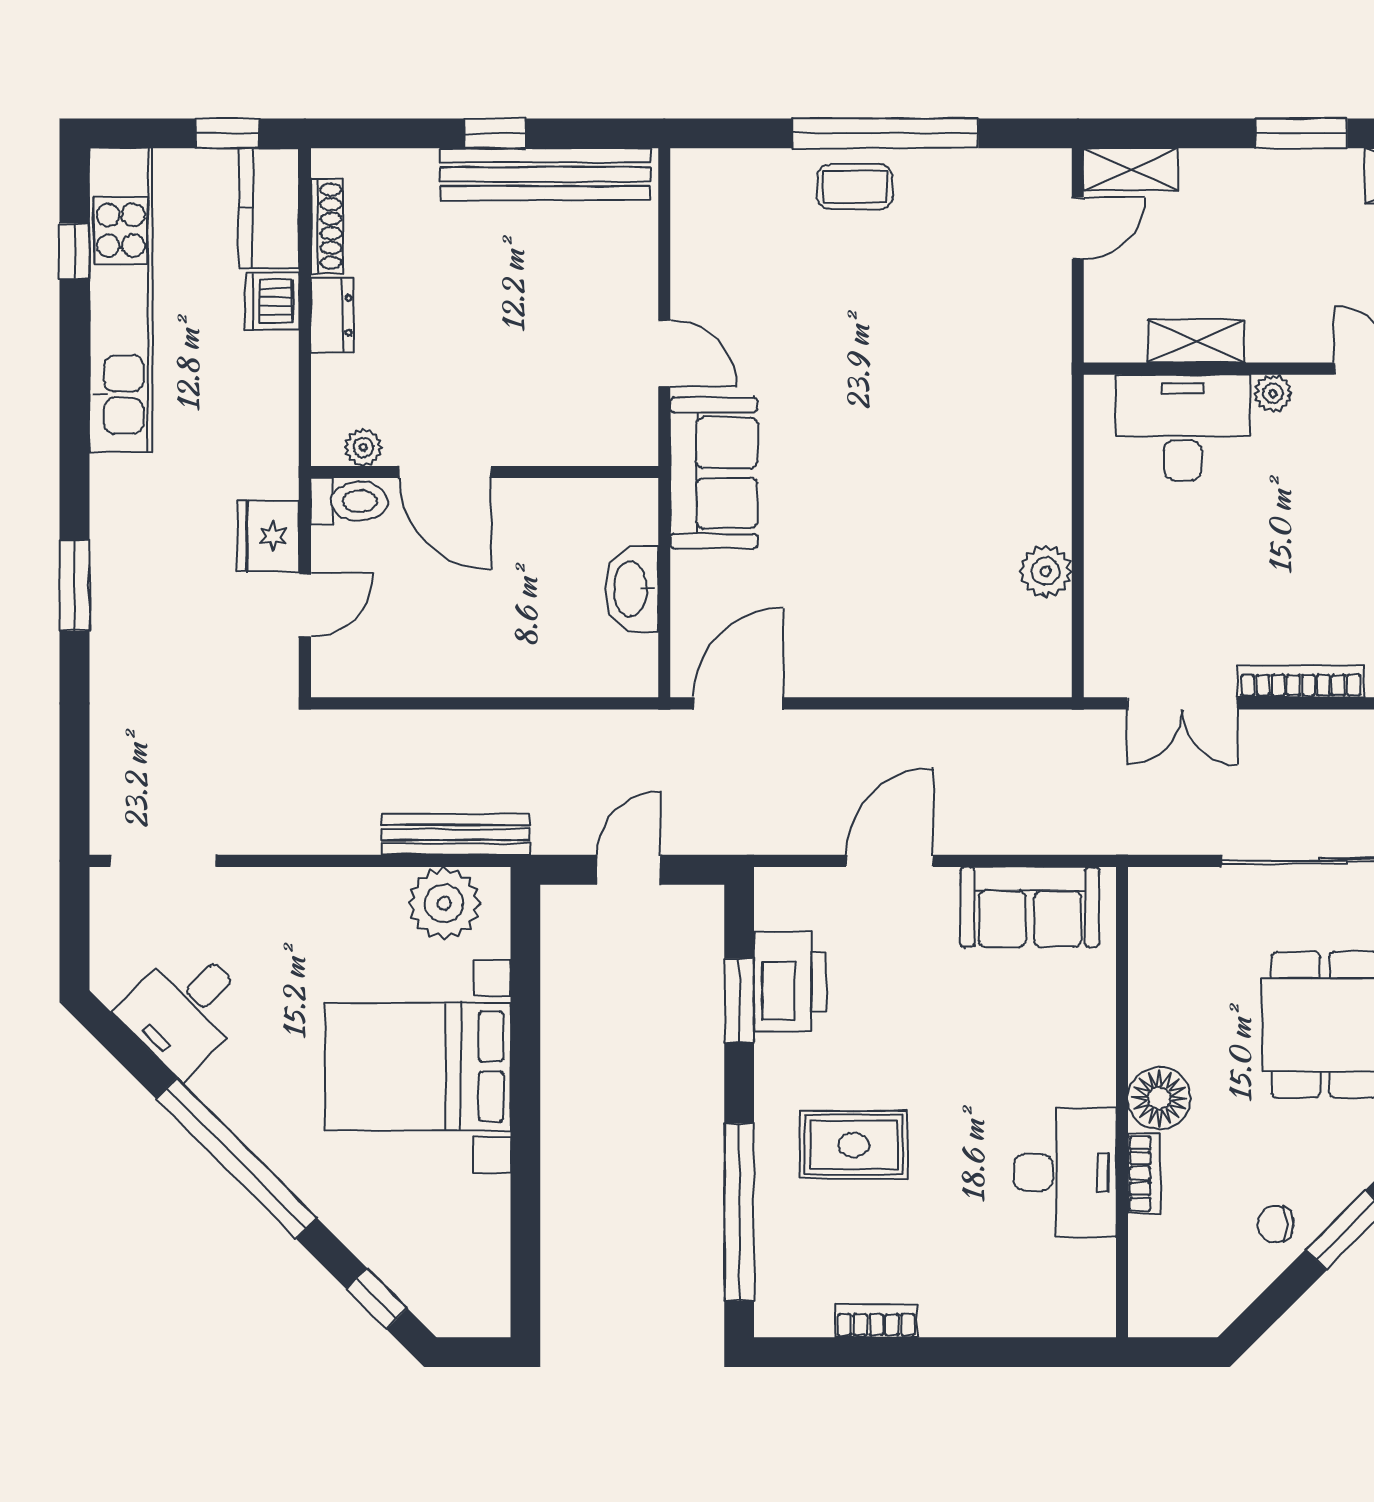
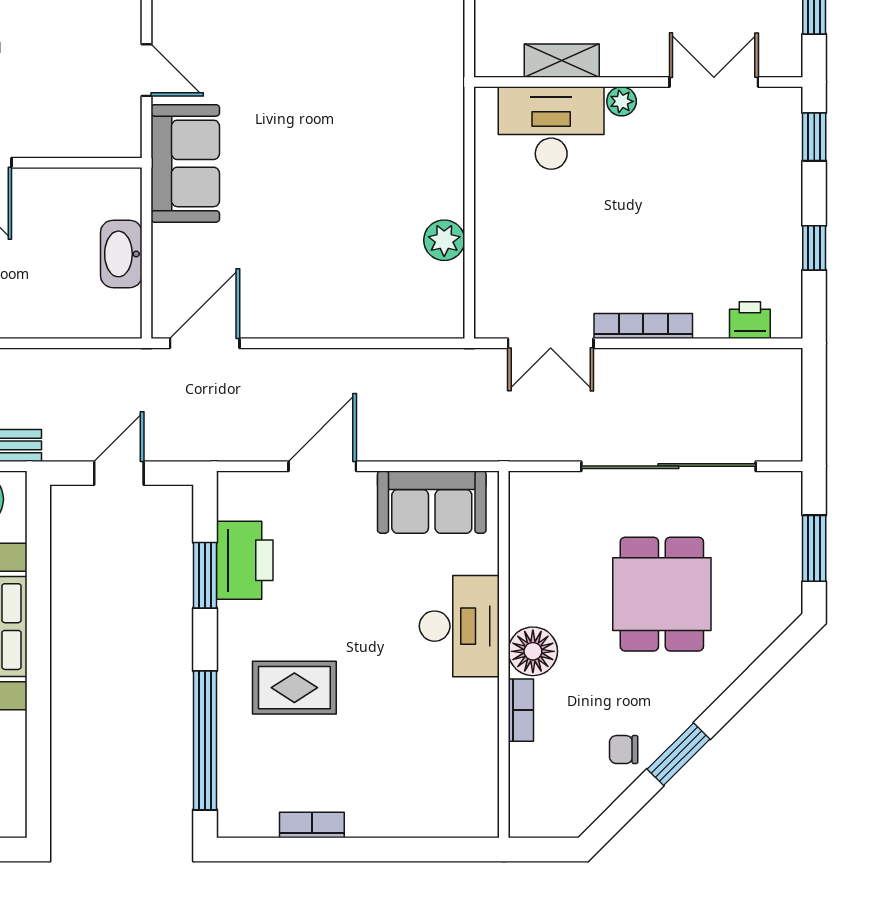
desk: (1065, 1172) -> (459, 626), moved

